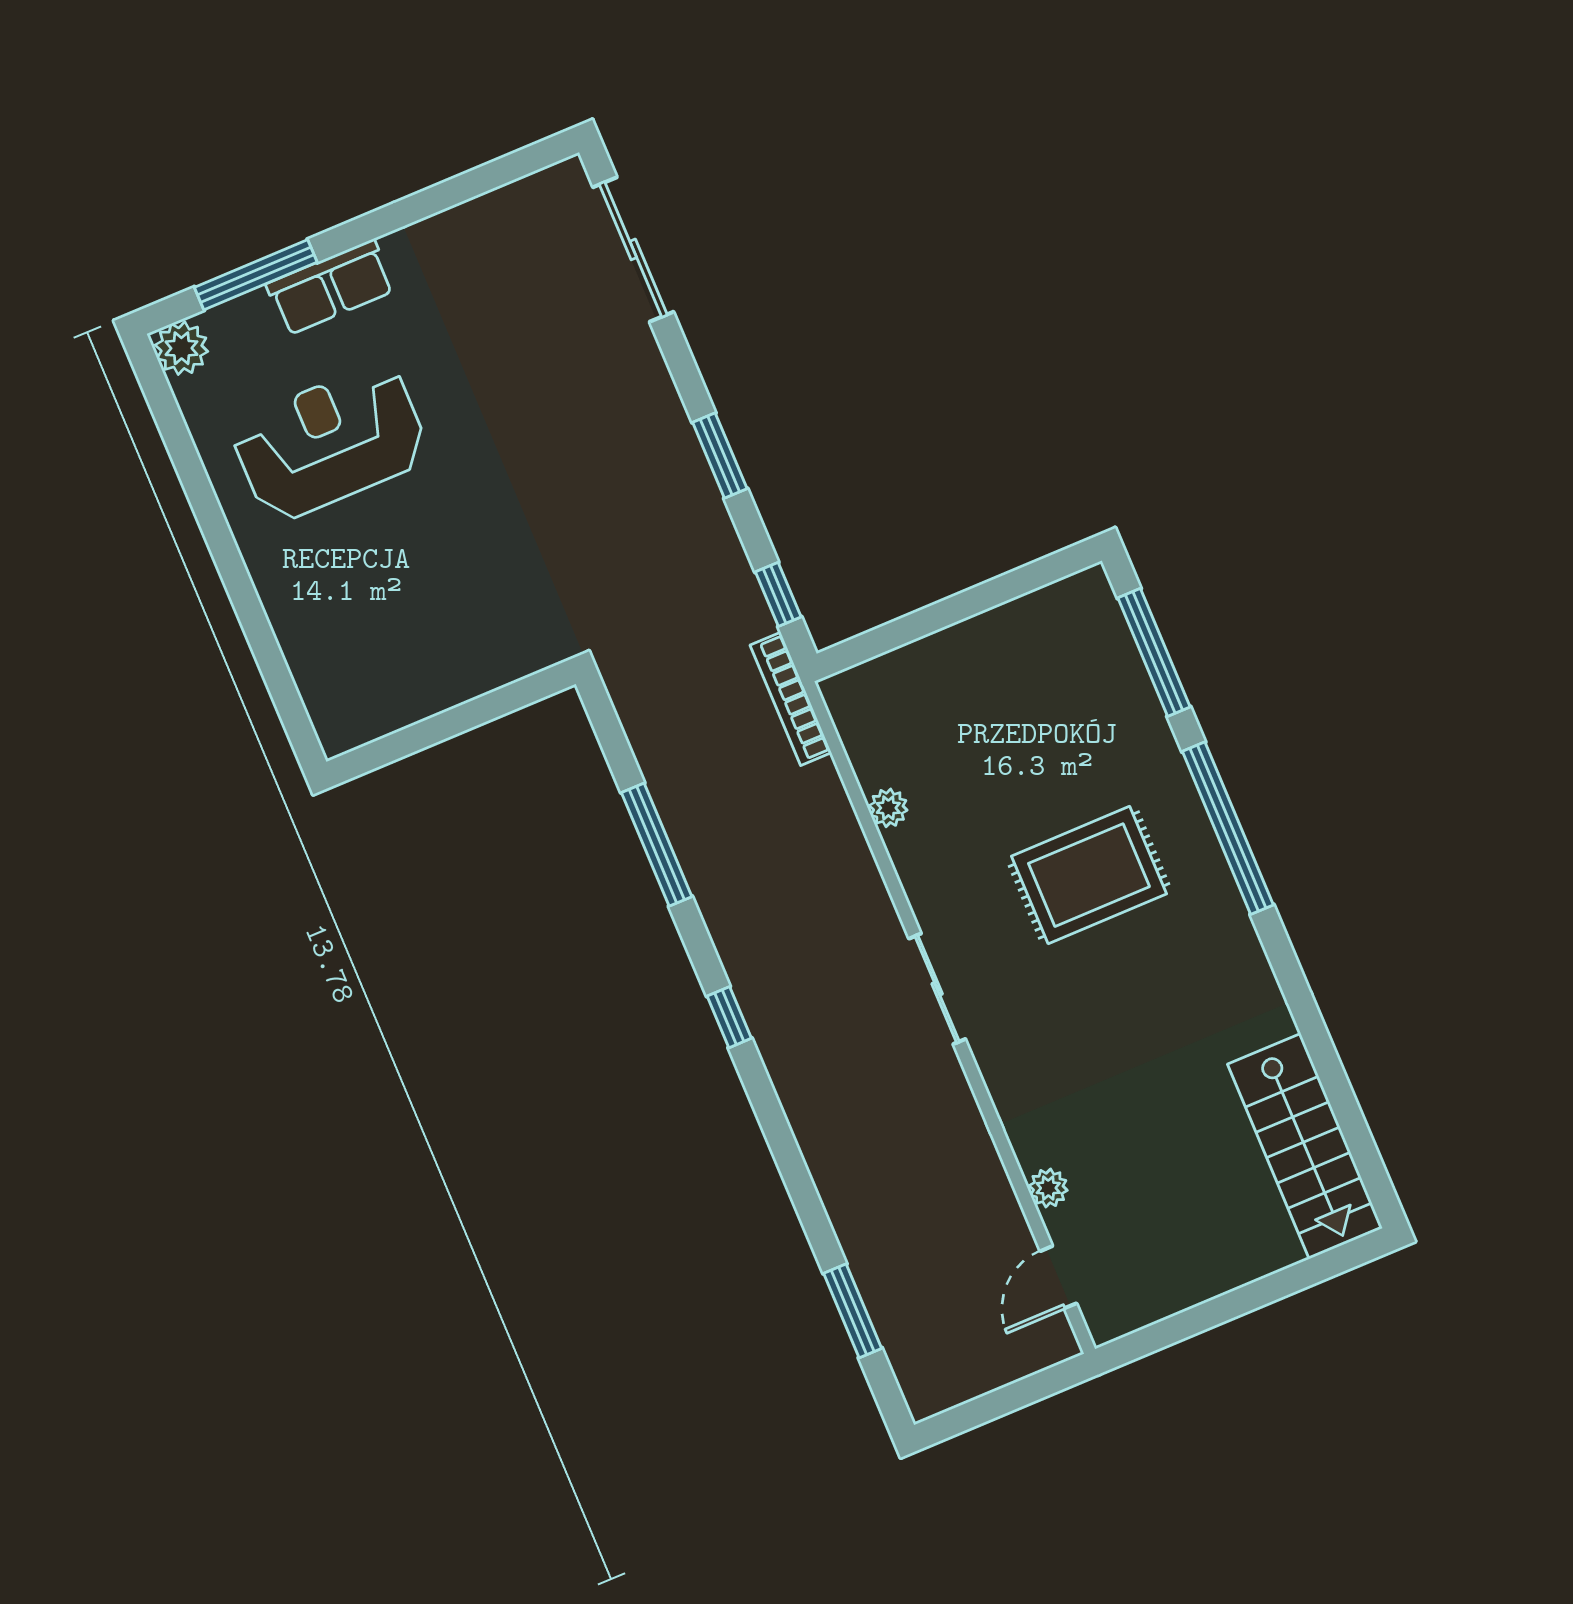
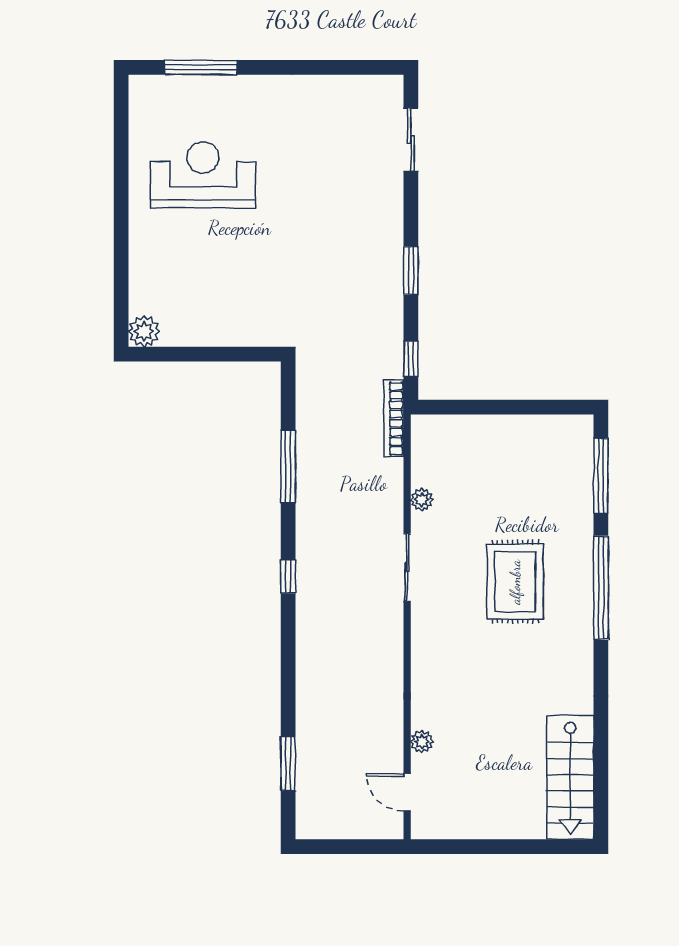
sliding door: (633, 249) -> (411, 140), width x0.73
row of seats: (331, 287) -> (238, 91), removed
plant: (181, 348) -> (144, 331), moved
rug: (1089, 875) -> (515, 582), turned 90
sliding door: (937, 989) -> (407, 567), moved
door: (1058, 1277) -> (407, 792), hinge flipped

